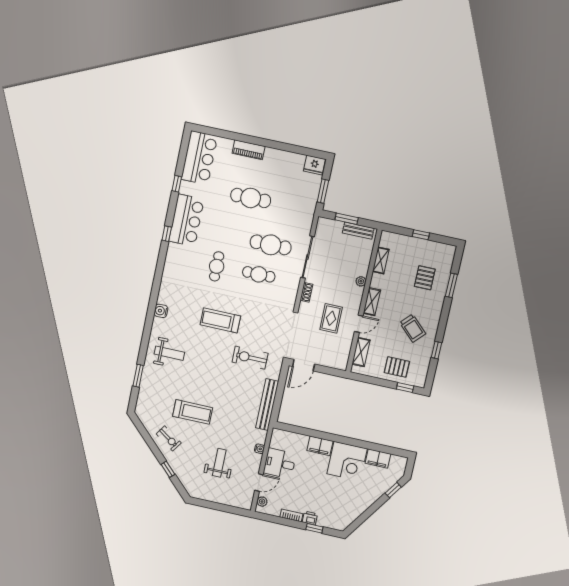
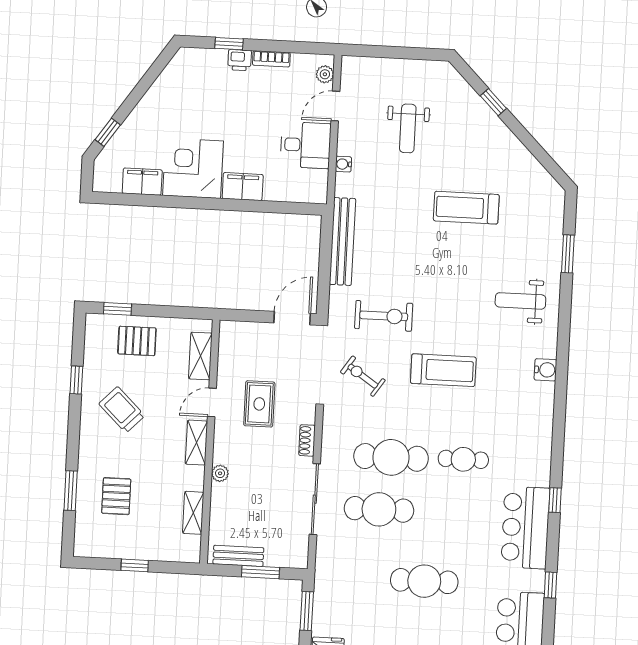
cafe table: (217, 266) -> (463, 459), turned 90
cafe table: (259, 274) -> (391, 457), width x1.37, depth x1.35
exercise bike: (169, 438) -> (363, 376), moved

